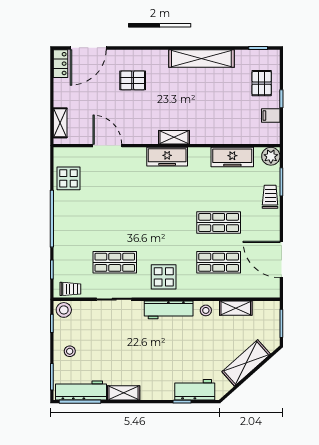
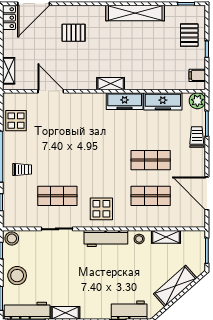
filing cabinet: (271, 116) -> (197, 75), moved
freezer: (167, 157) -> (125, 101), moved
trolley: (70, 289) -> (22, 169), moved
stool: (70, 351) -> (17, 276), width x1.89, depth x1.89

